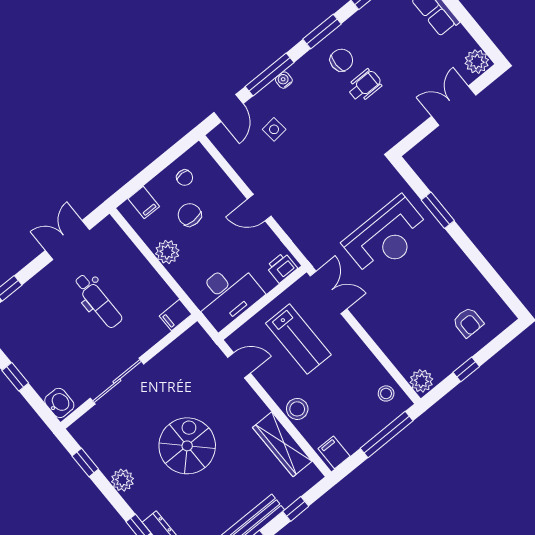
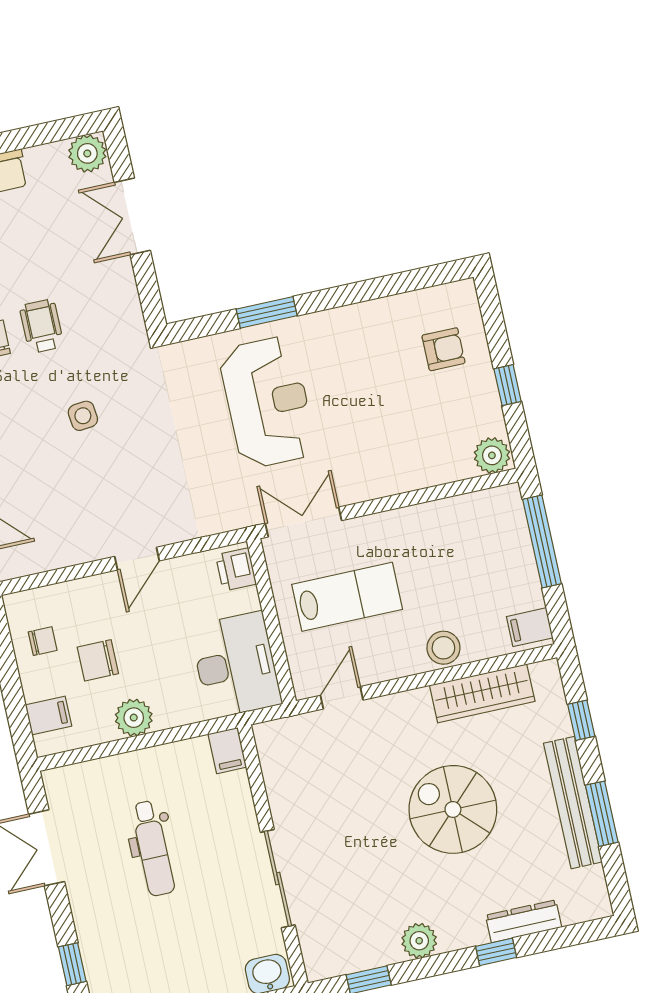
side table: (274, 129) -> (83, 416), moved
dental chair: (98, 301) -> (153, 848), turned 90
stool: (386, 393) -> (485, 513), removed
spiral stairs: (187, 446) -> (453, 809), moved

